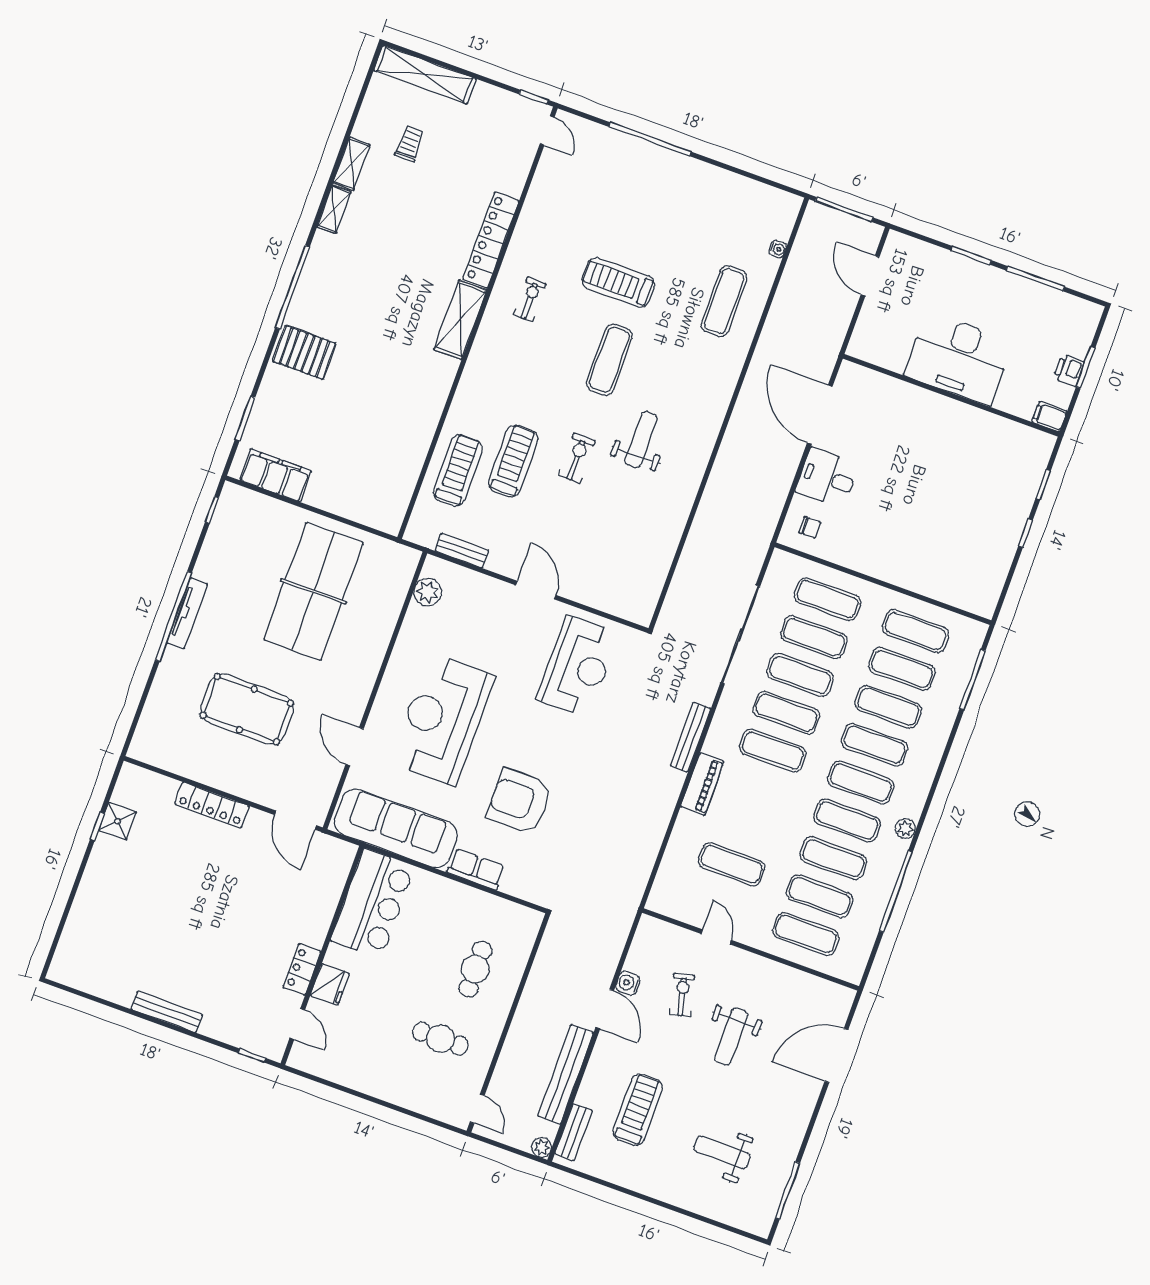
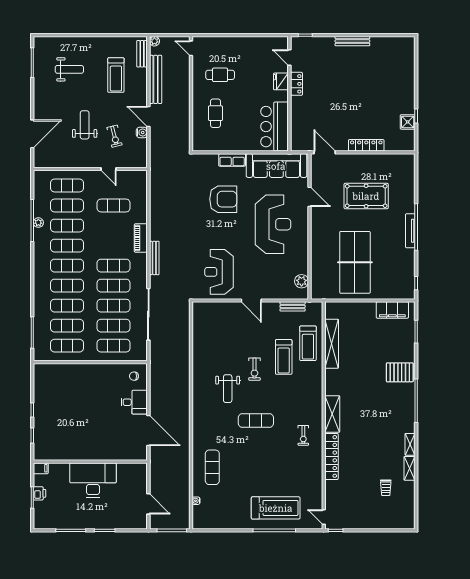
shelving: (425, 75) -> (332, 344), moved, turned 90
treadmill: (618, 282) -> (276, 508), moved, width x1.37, depth x1.38
exercise mat: (609, 360) -> (256, 420), turned 90
plant: (905, 829) -> (38, 223), moved

